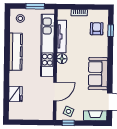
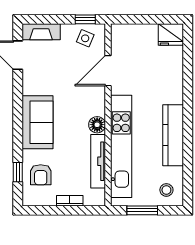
sofa: (98, 74) -> (37, 122), moved
fridge: (15, 94) -> (171, 35), moved, turned -90

